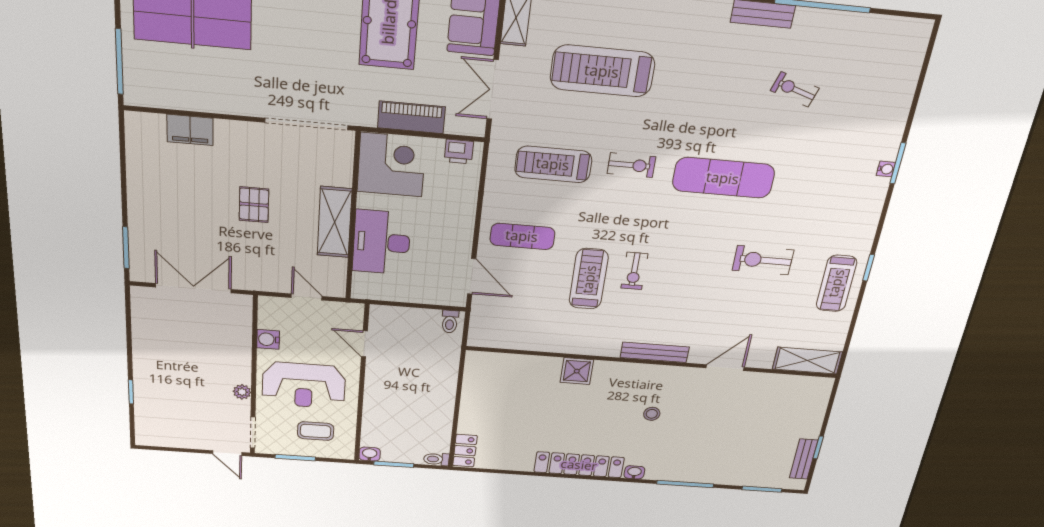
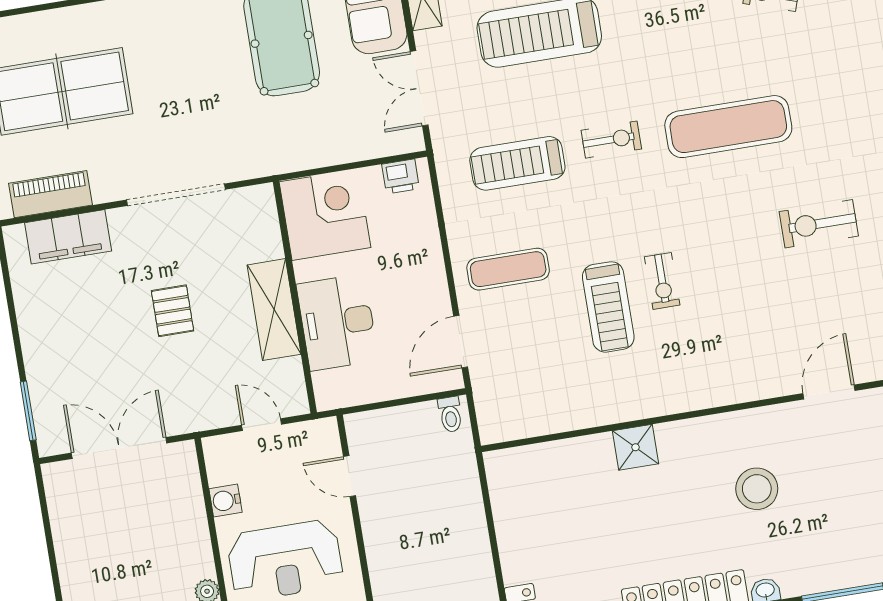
piano: (411, 117) -> (50, 194), moved
doorway: (306, 124) -> (176, 195), moved
filing cabinet: (190, 130) -> (68, 237), width x1.50, depth x1.17
door: (472, 276) -> (461, 342), swing flipped
treadmill: (589, 279) -> (608, 307), turned 180
bench: (655, 352) -> (728, 393), removed
stool: (652, 414) -> (757, 489), width x1.89, depth x1.89

